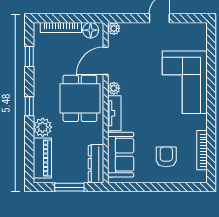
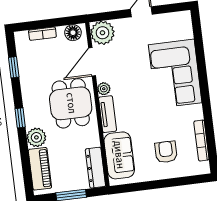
bookcase: (61, 27) -> (42, 34), width x0.64
plant: (114, 28) -> (102, 33), width x1.88, depth x1.88

